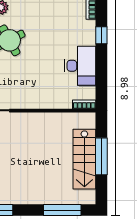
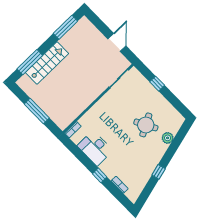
stairs: (84, 159) -> (47, 63), moved, turned 90

